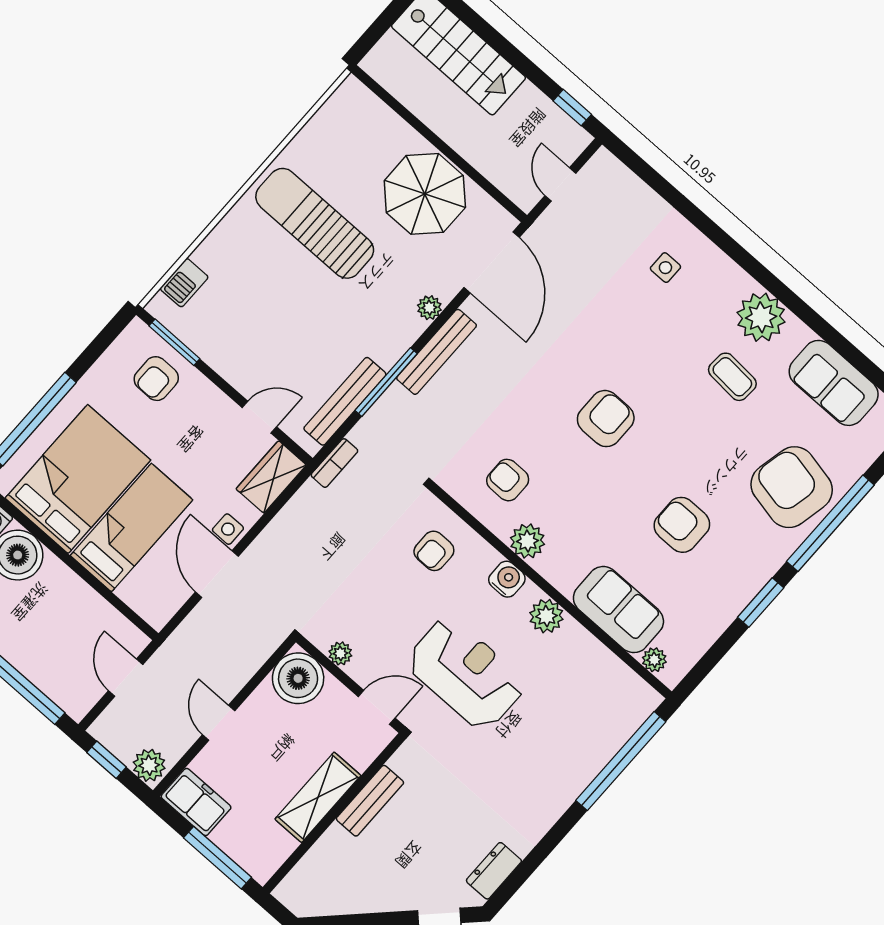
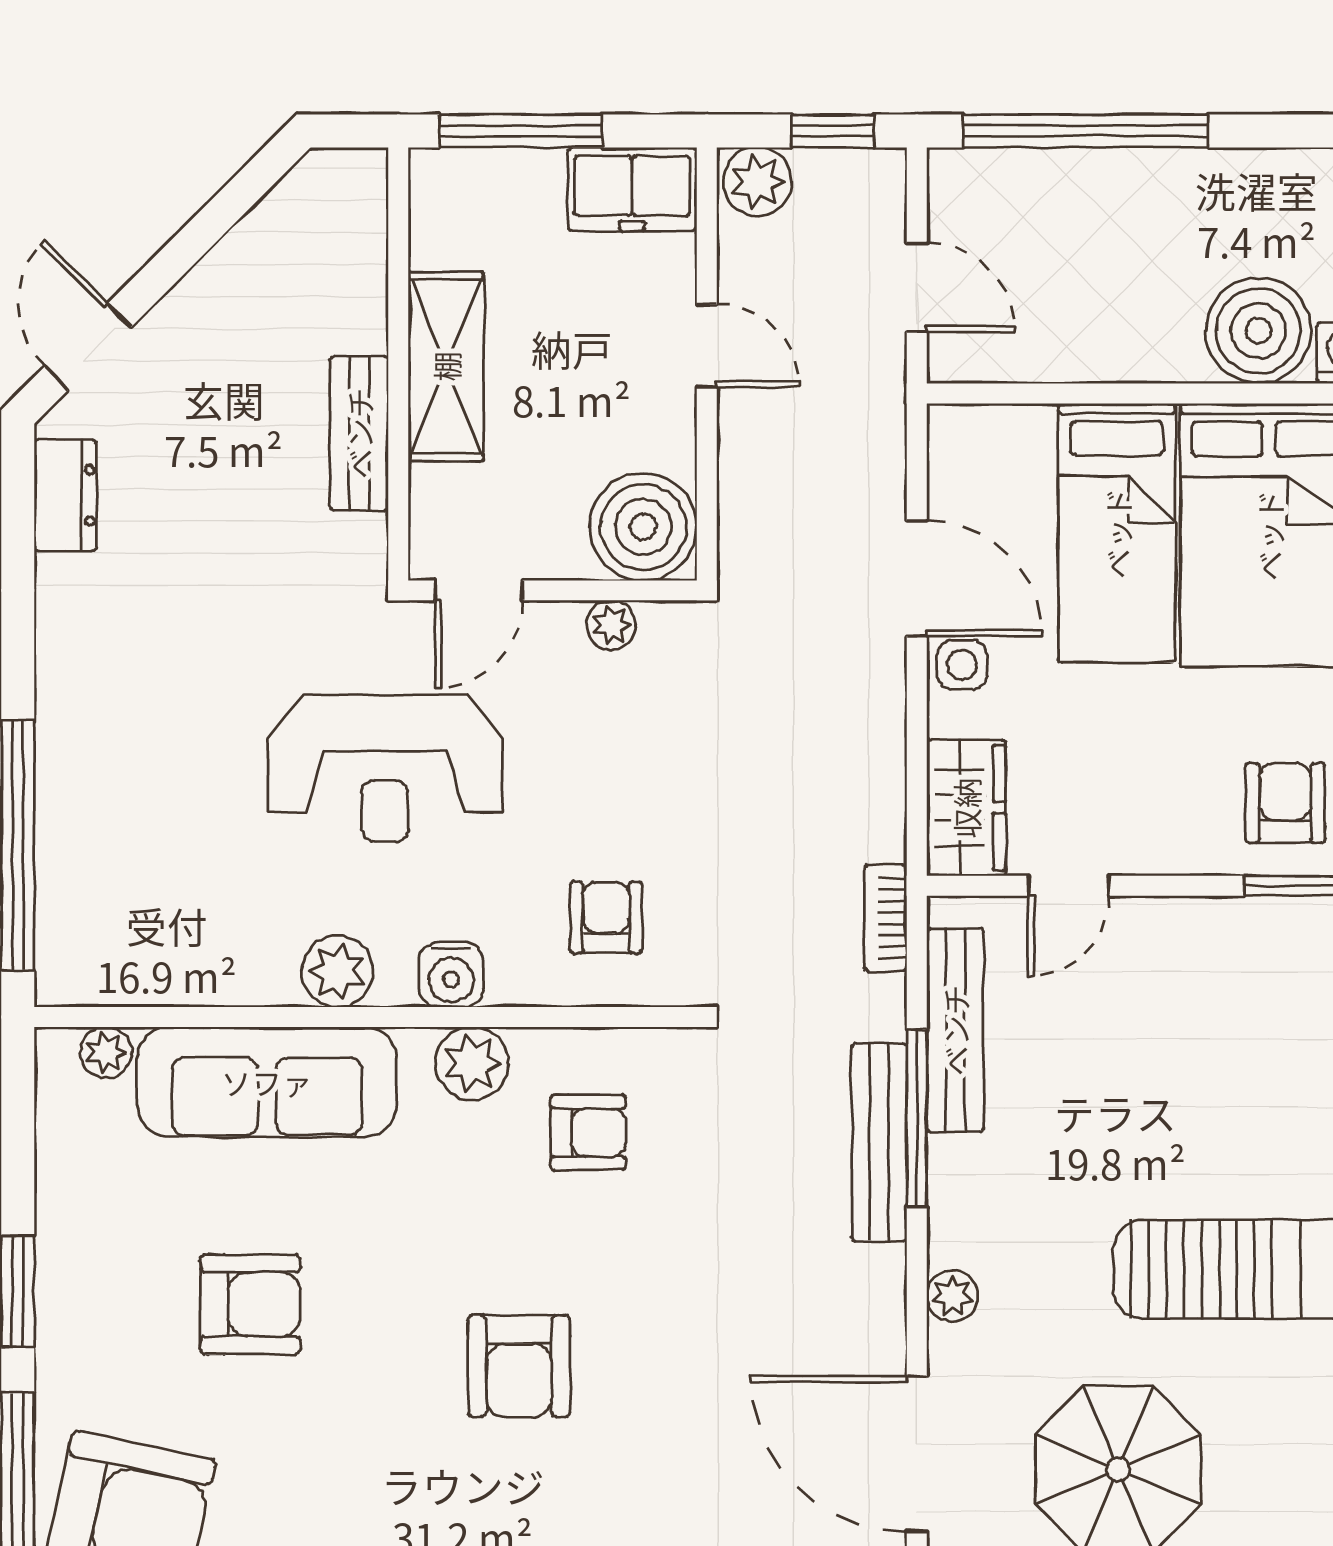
bench: (437, 352) -> (879, 1142), moved
sofa: (618, 610) -> (267, 1082), width x1.36

